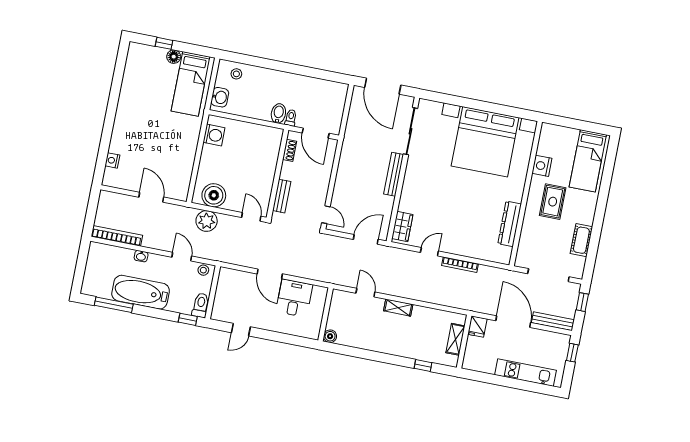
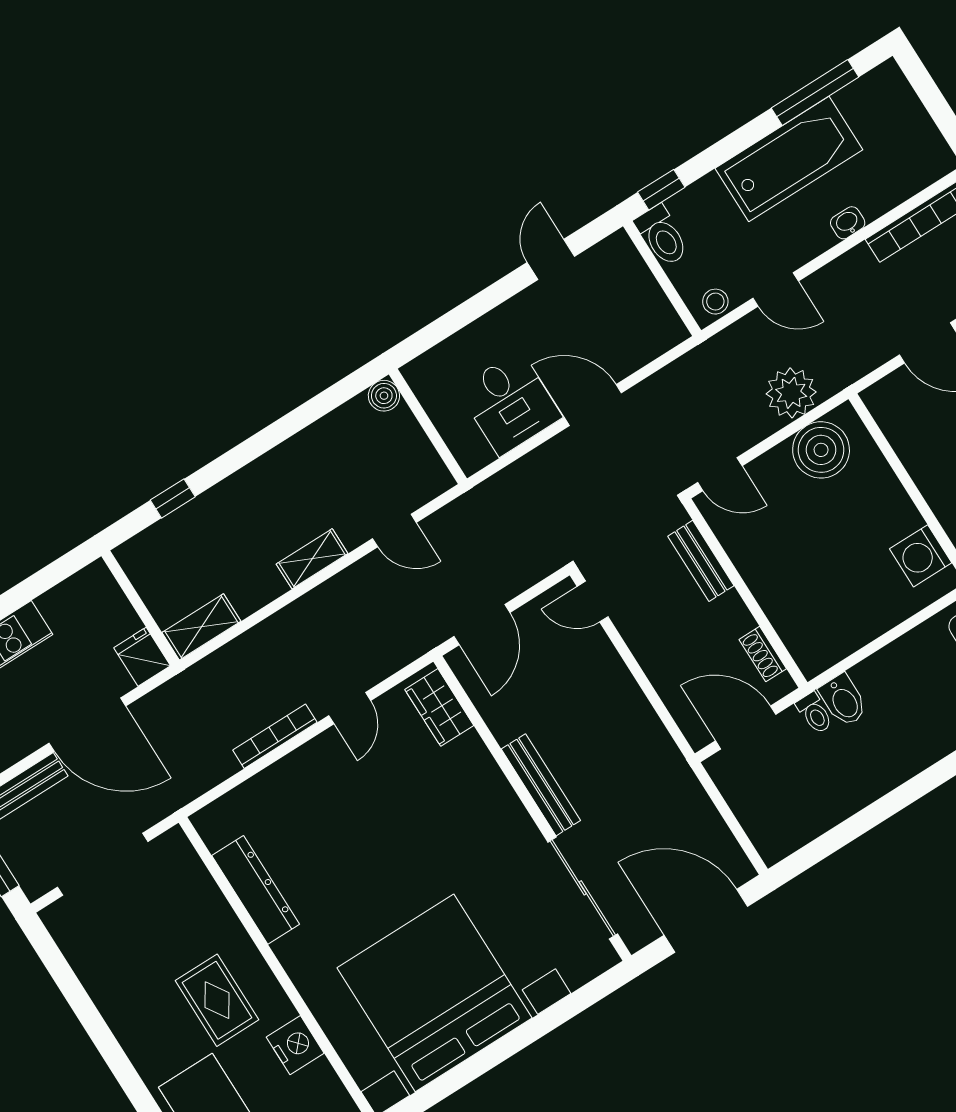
cot: (581, 240) -> (103, 980), removed
shelving: (455, 339) -> (201, 627), moved, turned 90

